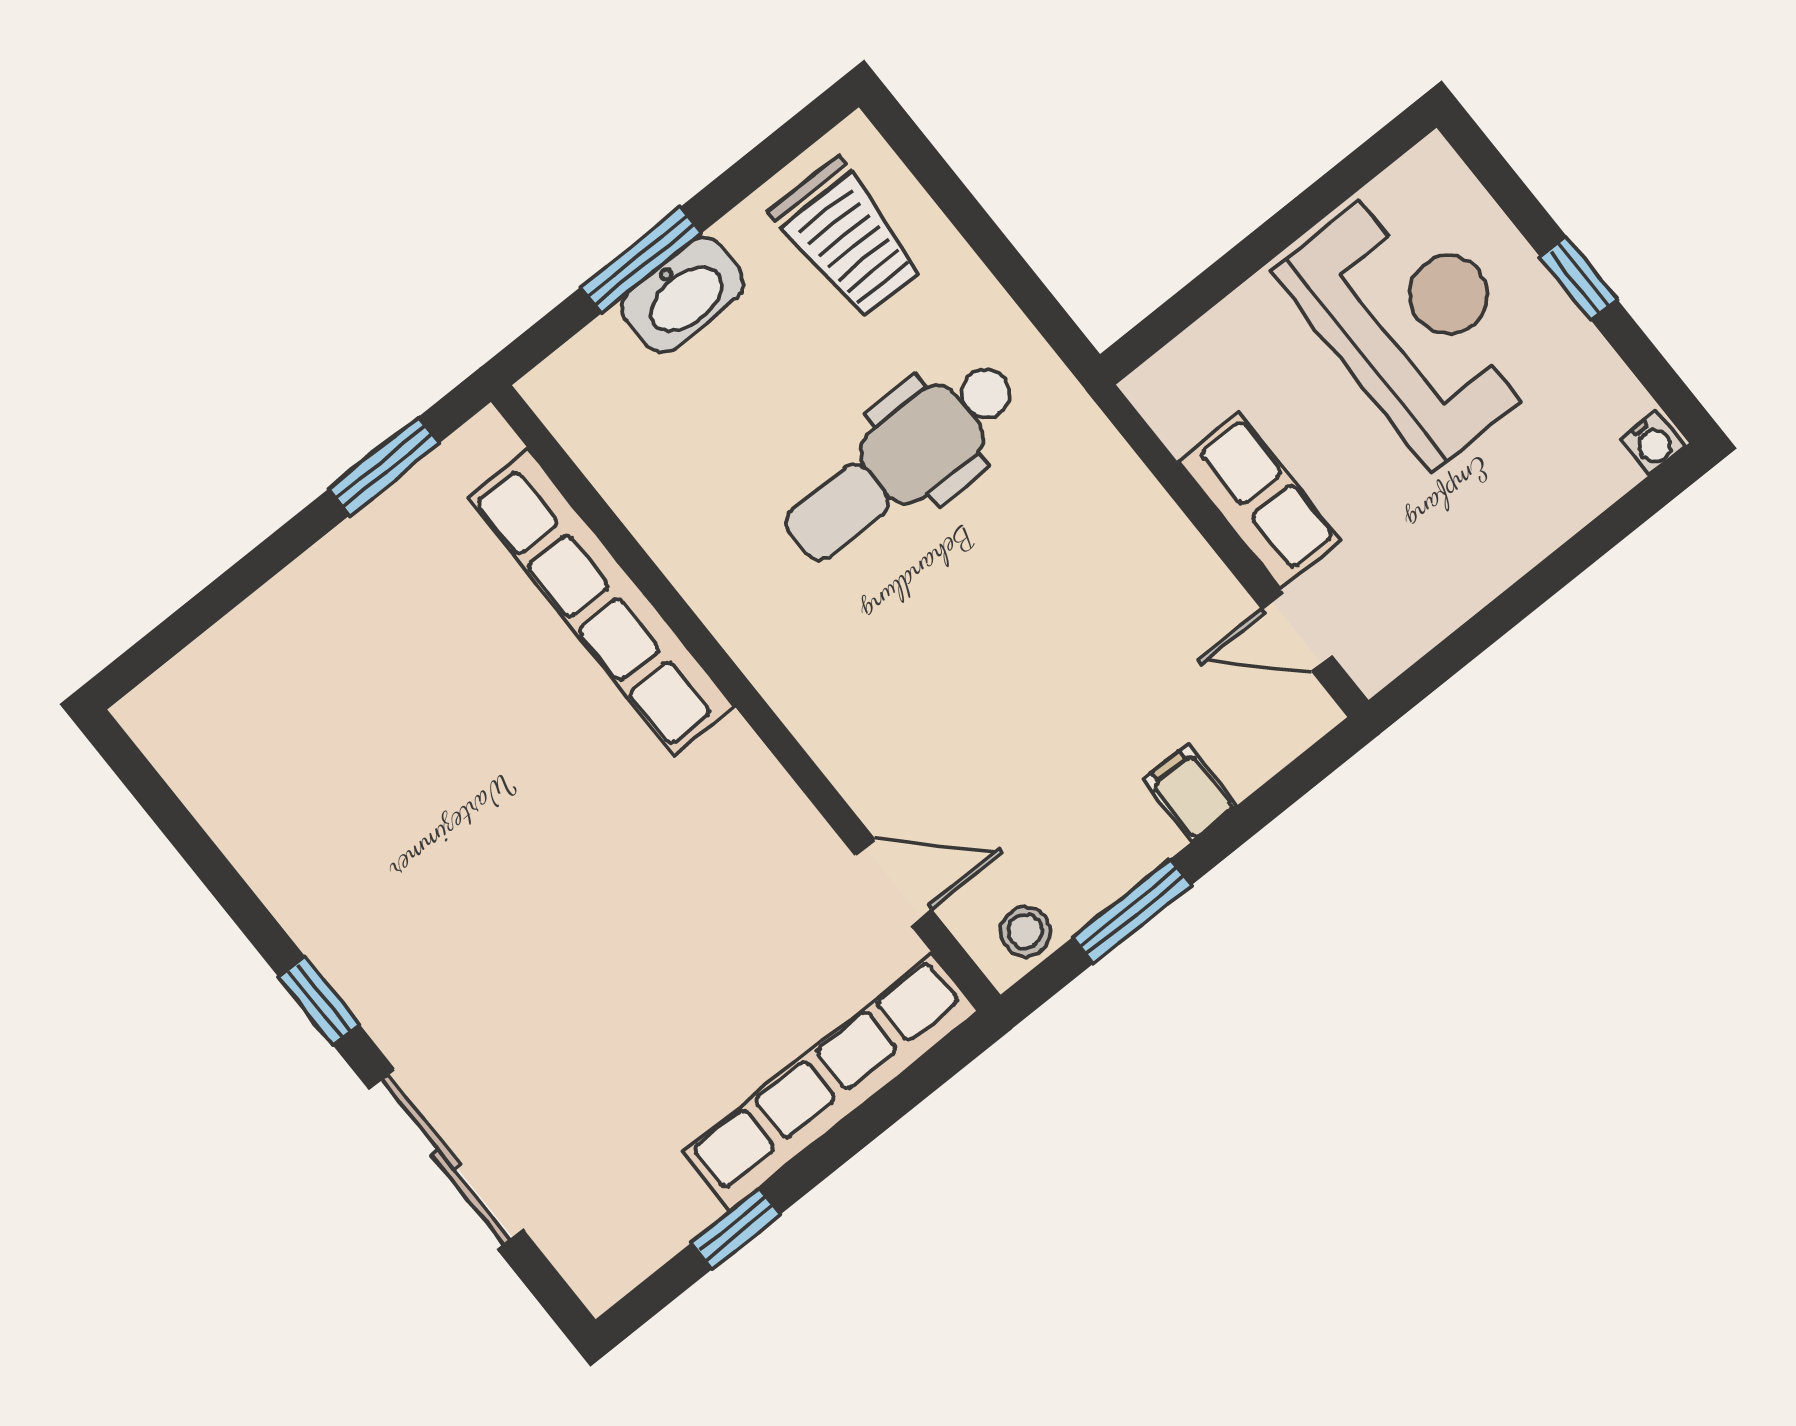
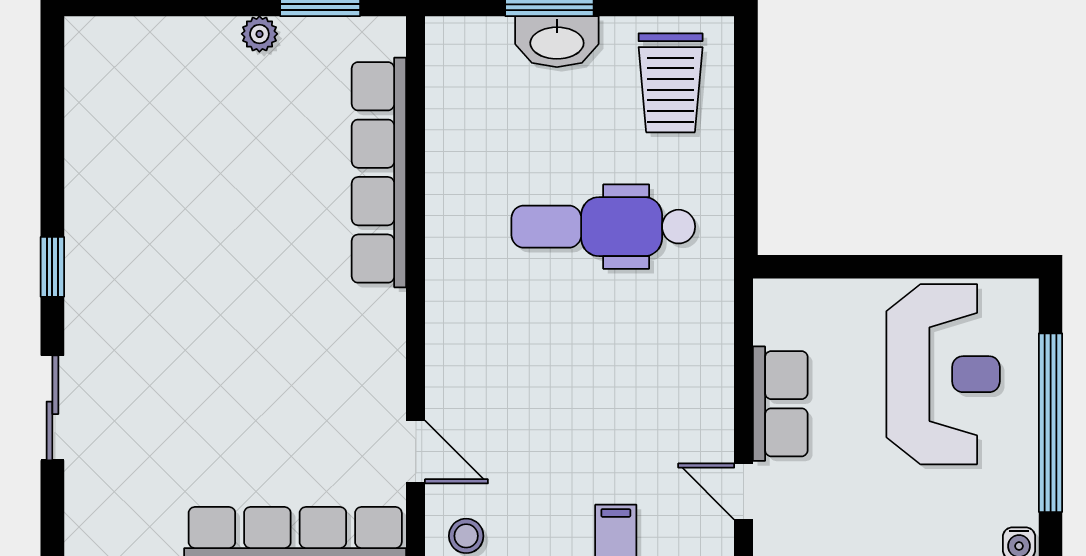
window: (1579, 279) -> (1051, 423), width x3.17
plant: (342, 554) -> (259, 34), added
sliding door: (446, 1160) -> (52, 408), width x0.73

